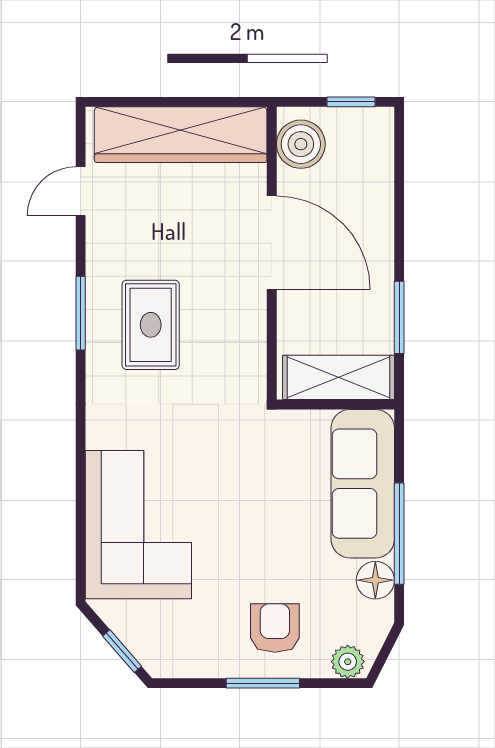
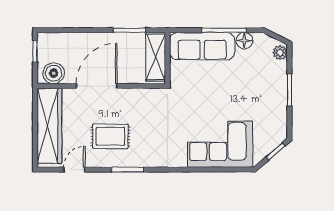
door: (81, 191) -> (74, 170), swing flipped
rug: (151, 325) -> (110, 136), moved
armchair: (275, 628) -> (265, 85), removed

